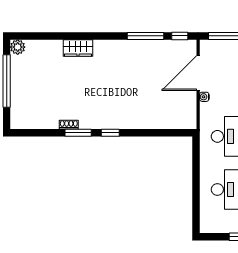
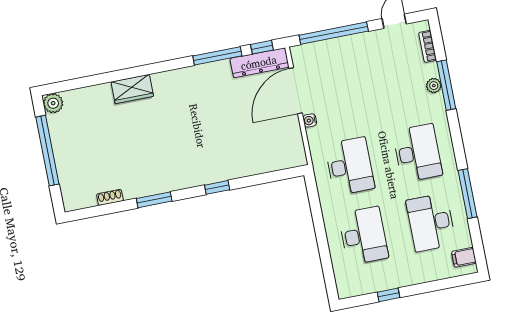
dresser: (176, 47) -> (259, 63), added
shoe rack: (69, 125) -> (110, 197), moved
window: (110, 133) -> (217, 187), moved

